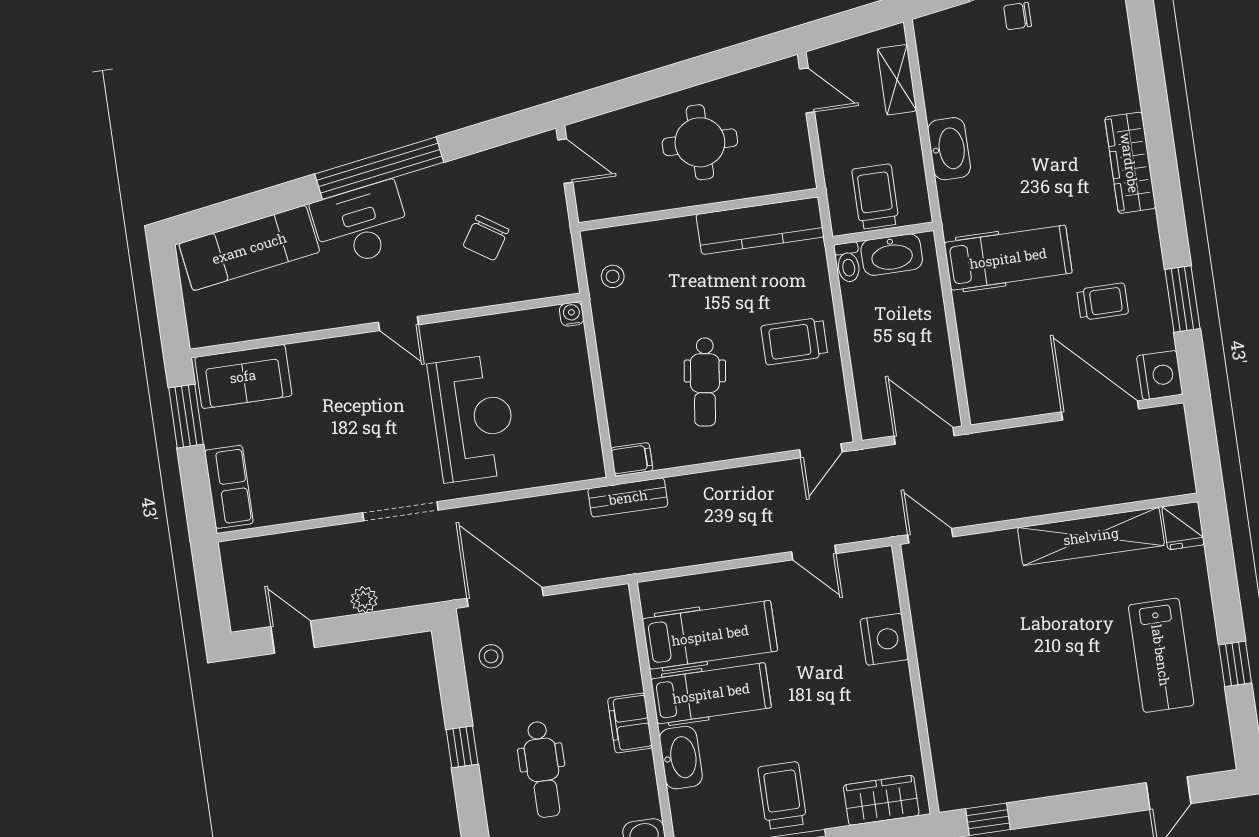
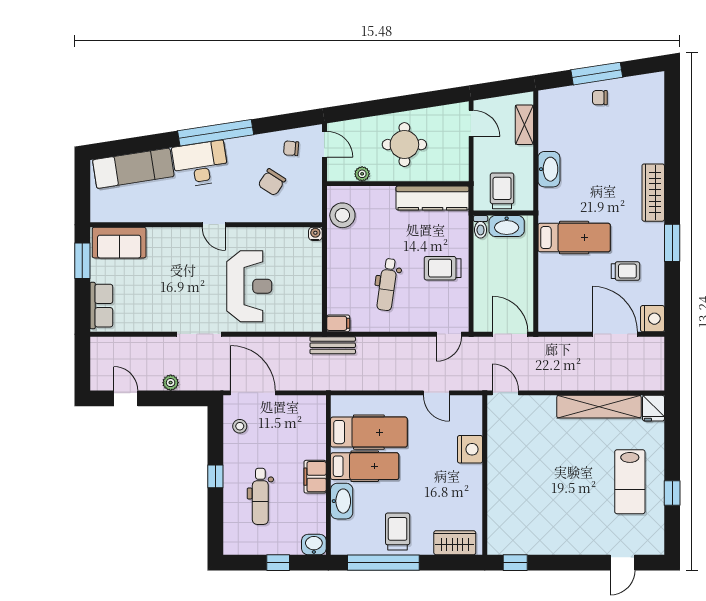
chair: (510, 176) -> (291, 148), added
plant: (636, 202) -> (362, 174), added
stool: (613, 276) -> (342, 215), width x1.89, depth x1.89
window: (1183, 299) -> (672, 243), moved

